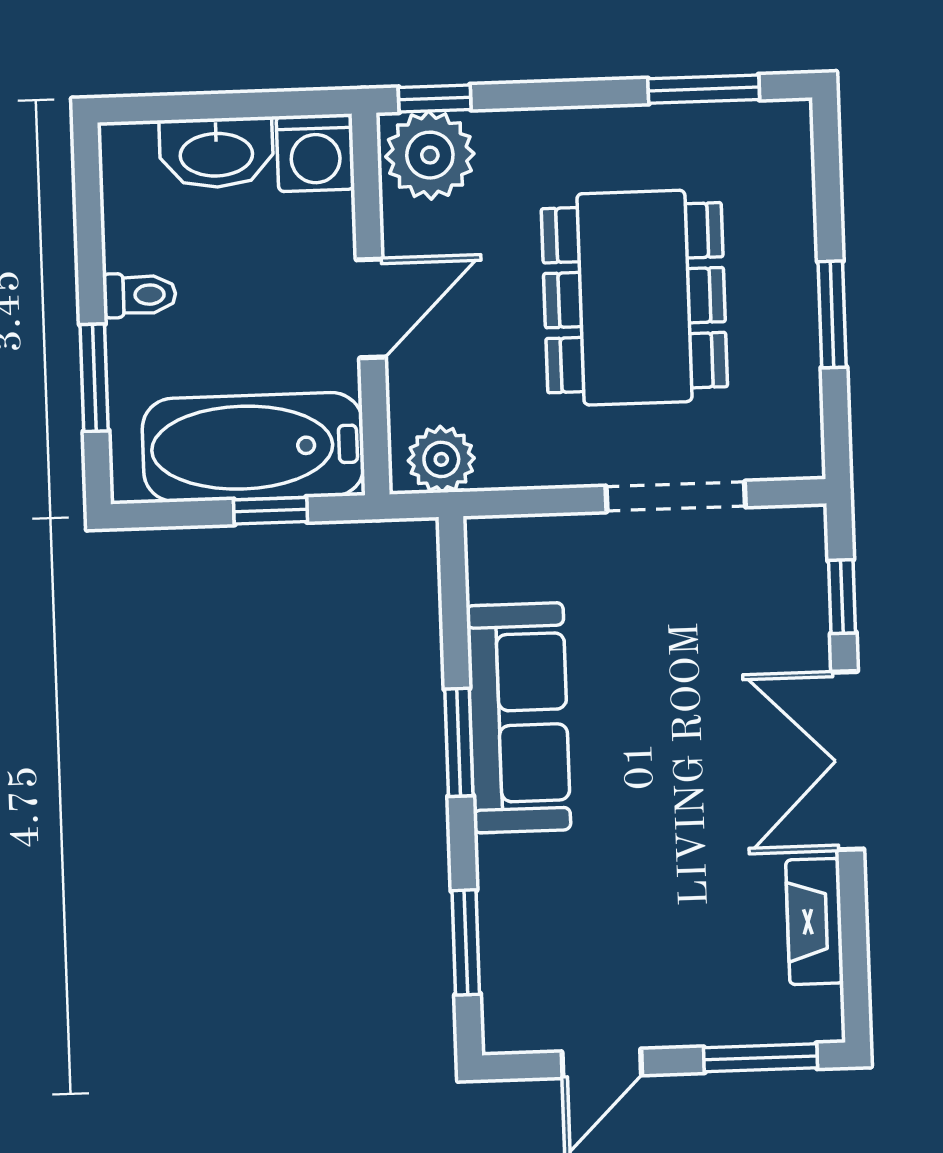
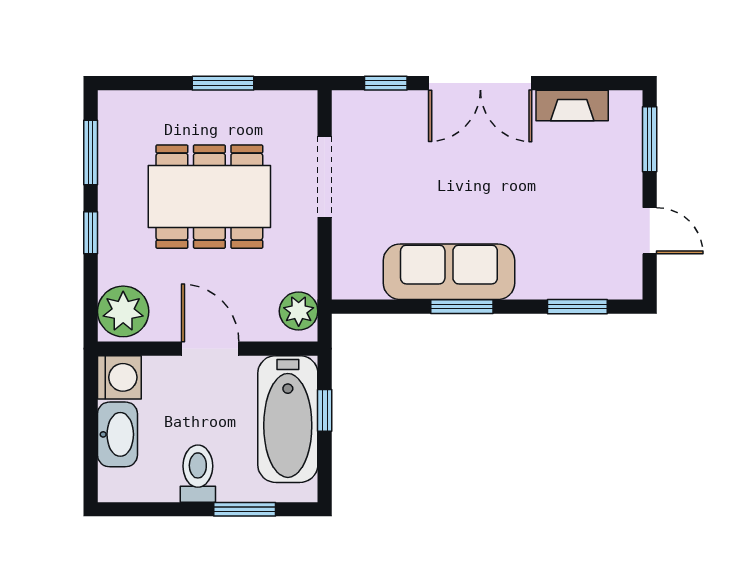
window: (435, 98) -> (91, 233), moved
toilet: (139, 295) -> (198, 474), width x1.37, depth x1.39

